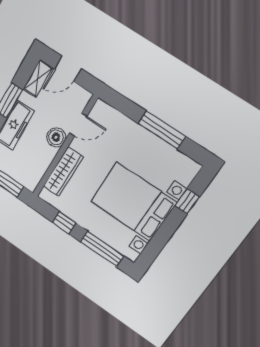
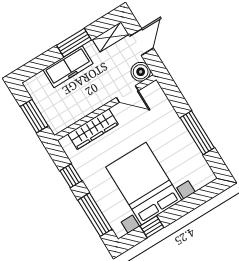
door: (68, 69) -> (142, 42), swing flipped
boiler: (56, 137) -> (141, 72), moved
window: (187, 201) -> (152, 227), moved

